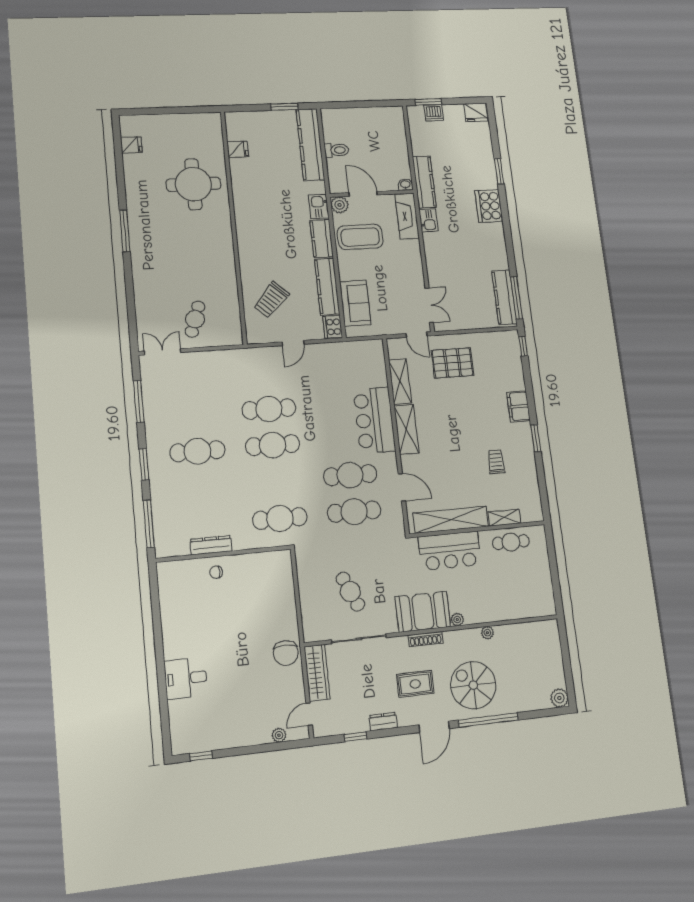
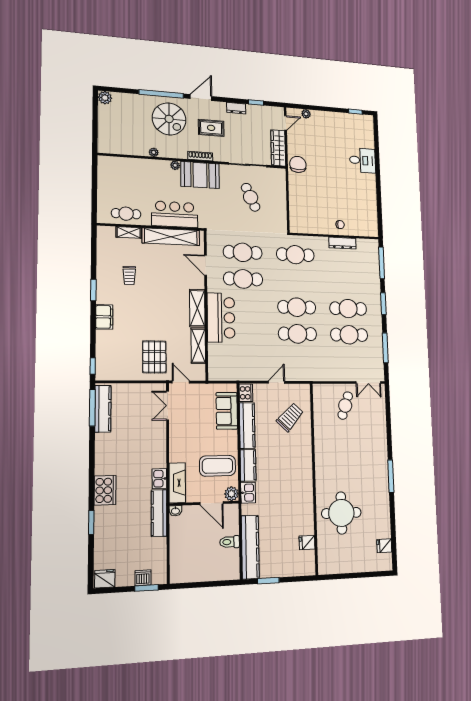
pallet: (452, 363) -> (154, 357), turned 90
cafe table: (194, 415) -> (349, 335), added

